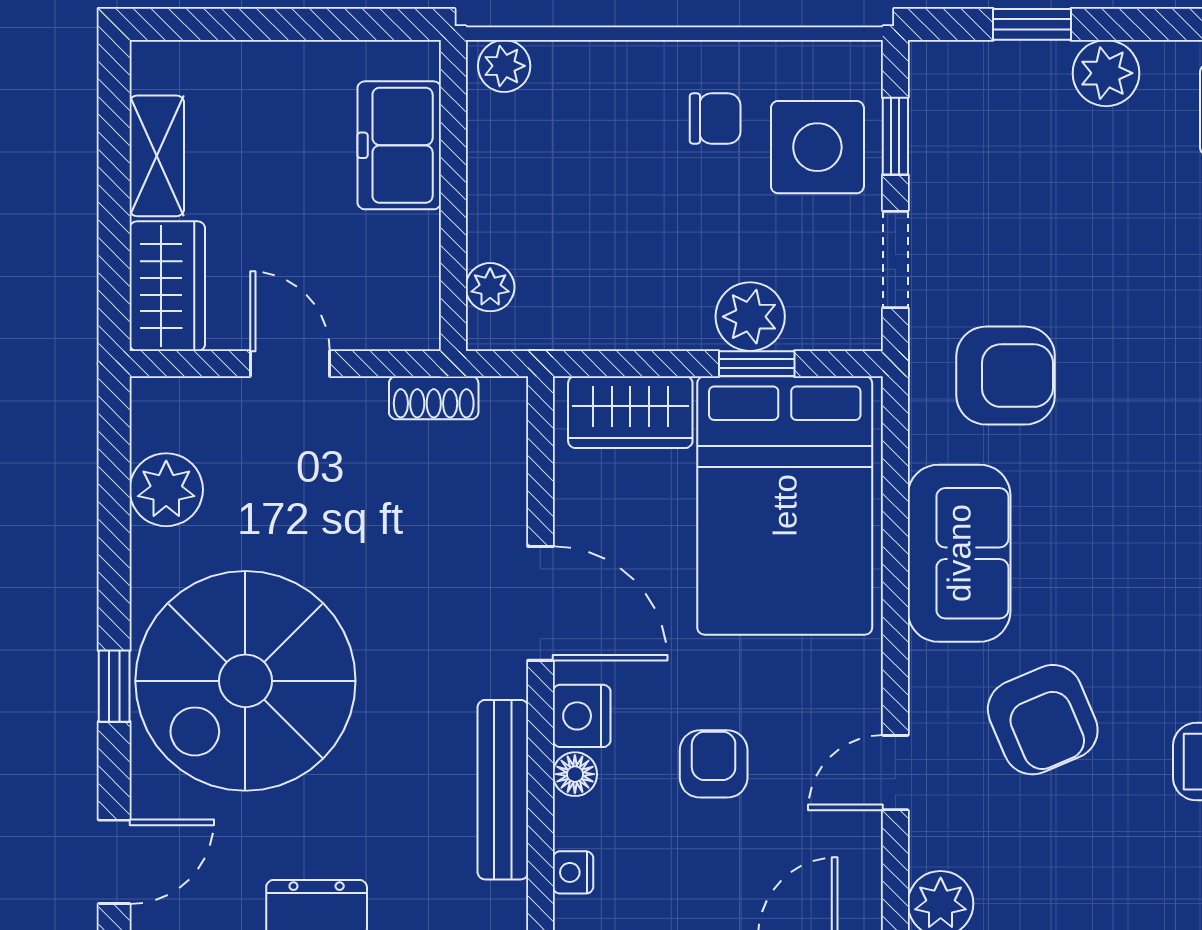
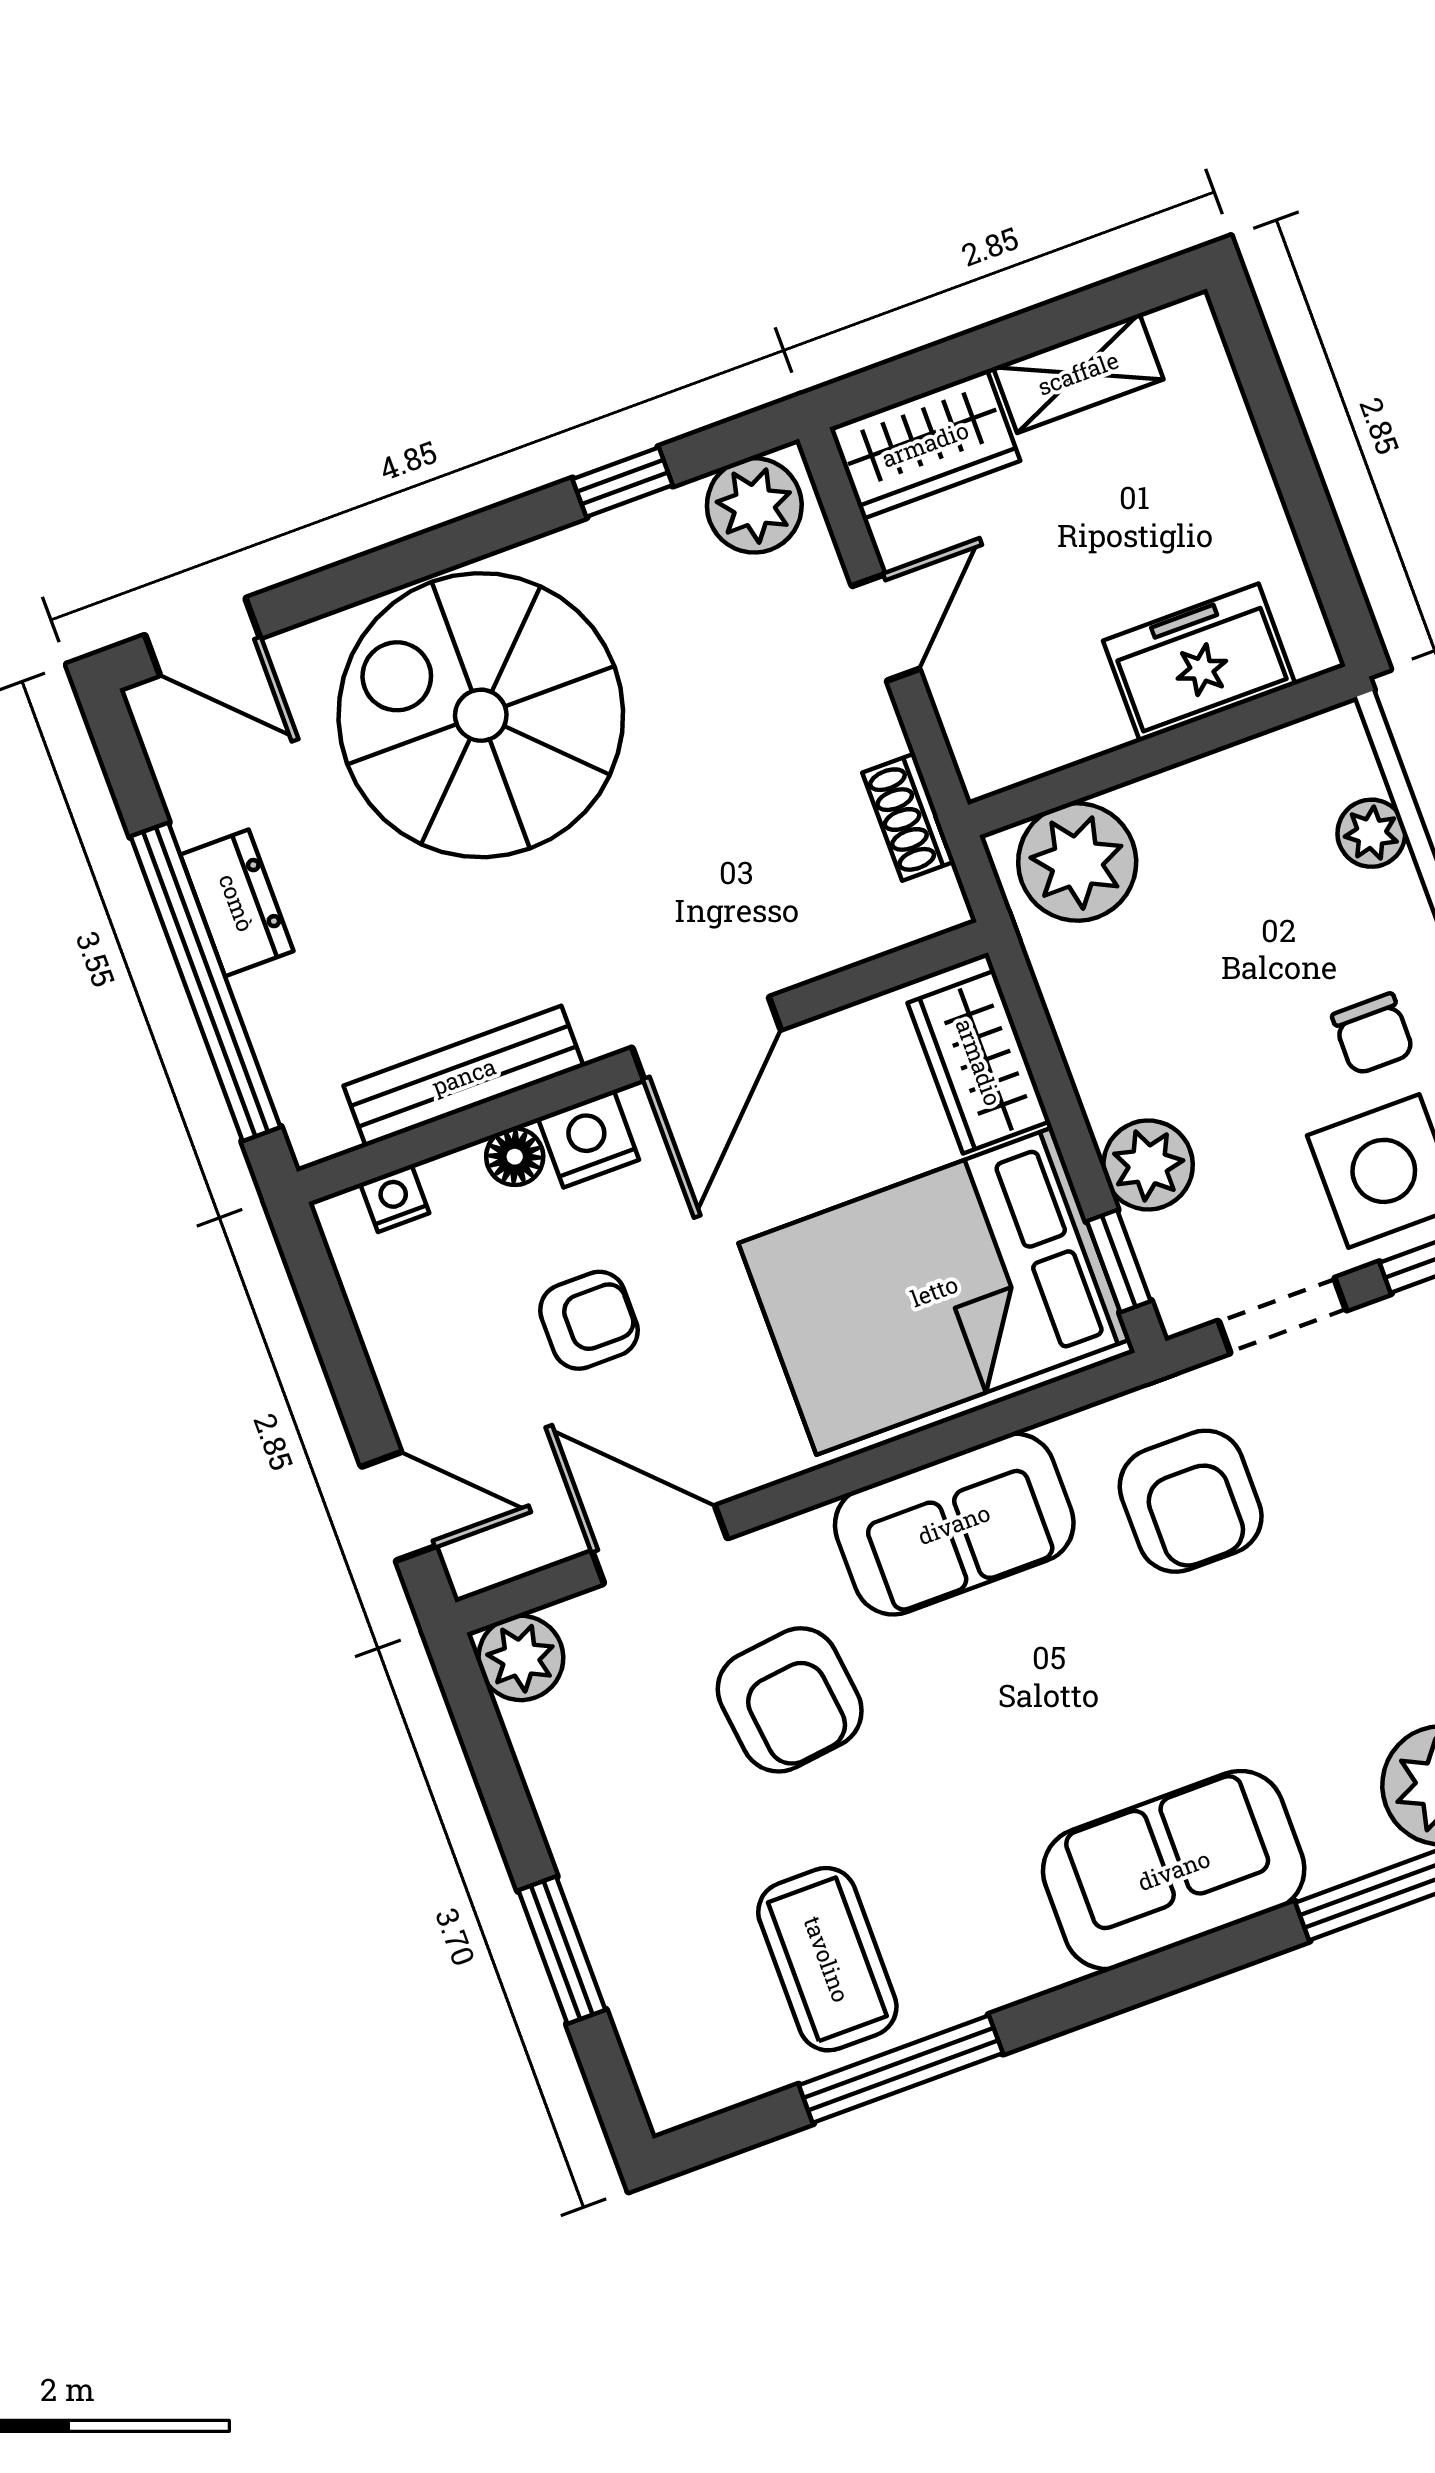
plant: (504, 66) -> (1371, 833), moved
plant: (490, 287) -> (1077, 862), width x1.87, depth x1.87
window: (757, 364) -> (1119, 1261), moved
plant: (166, 490) -> (754, 505), moved
window: (114, 686) -> (623, 482), moved
armchair: (1043, 720) -> (790, 1700), turned -74
door: (895, 773) -> (660, 1545), width x1.37

